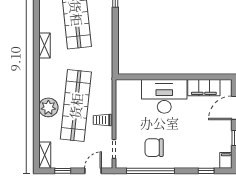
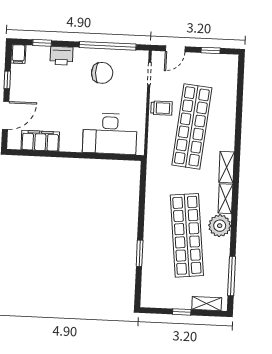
desk: (164, 96) -> (110, 134), moved
plant: (48, 107) -> (220, 226), moved
shelving: (45, 155) -> (227, 167), moved
printer: (189, 161) -> (62, 56), added

